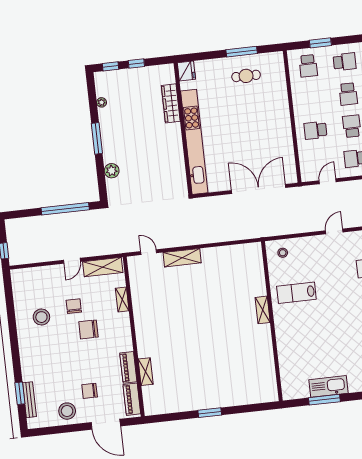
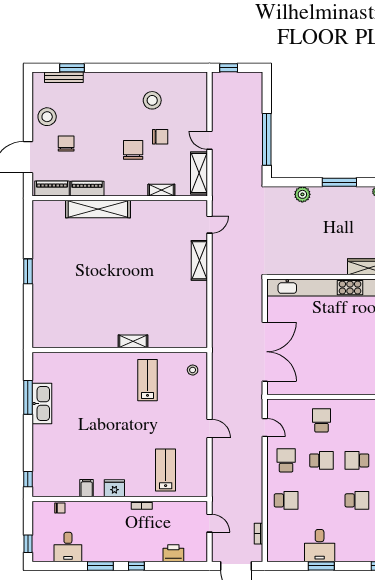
shelving: (146, 372) -> (98, 209), width x2.20, depth x1.33

